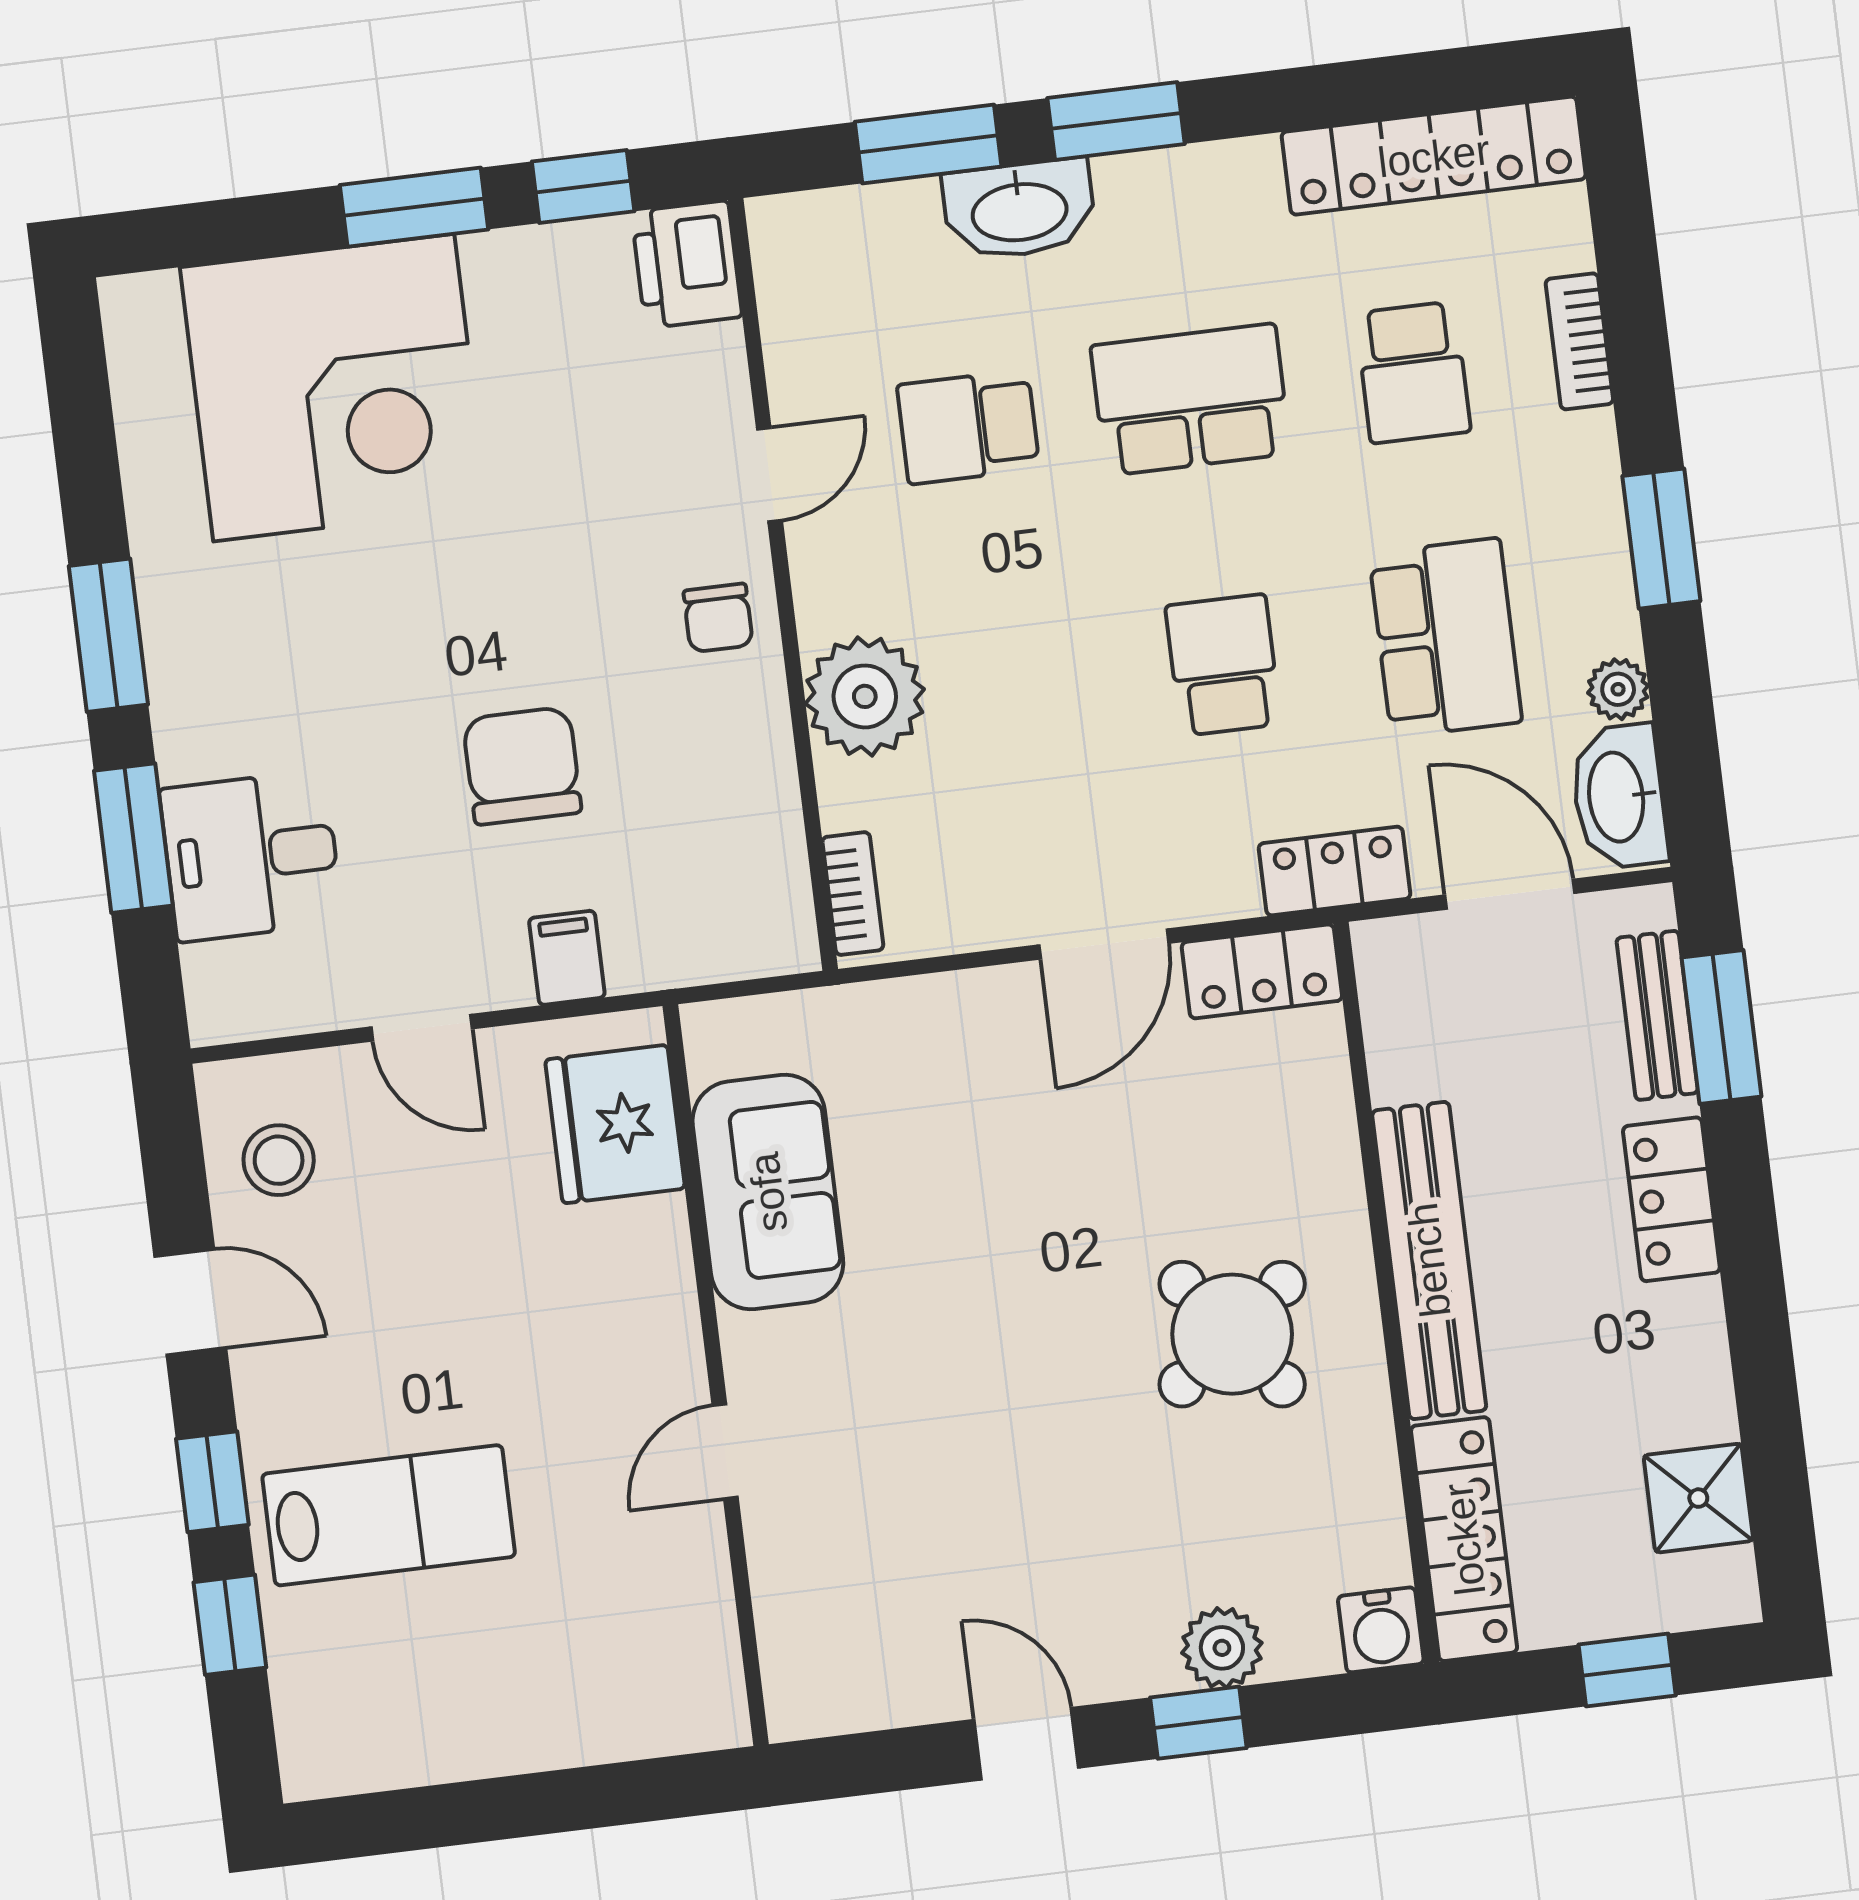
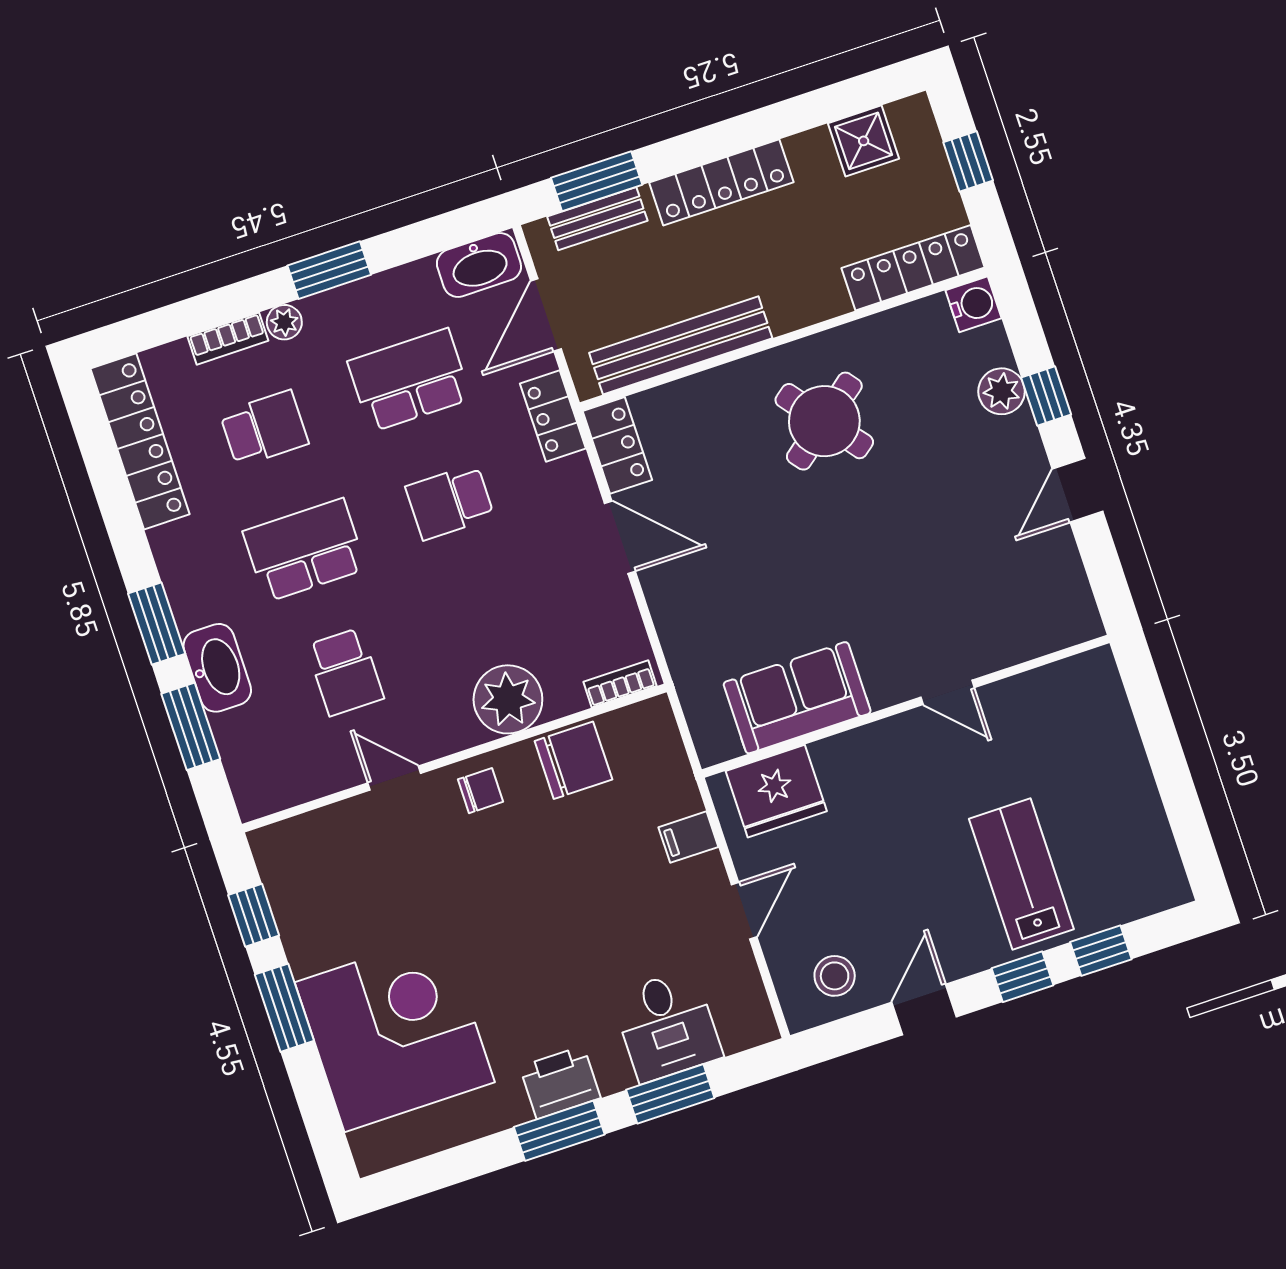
printer: (687, 264) -> (560, 1082), moved, turned 180
school desk: (1191, 400) -> (305, 550), turned 90
plant: (1618, 689) -> (284, 322), moved
chair: (522, 766) -> (573, 760), moved, turned 180
locker: (1671, 1199) -> (721, 182), width x1.53
bench: (1429, 1260) -> (681, 345), moved

